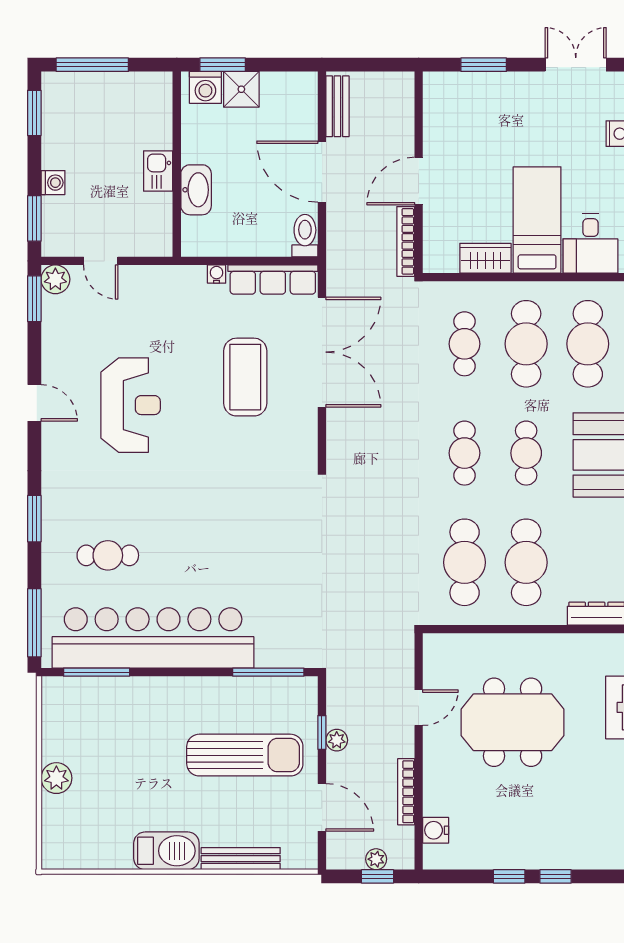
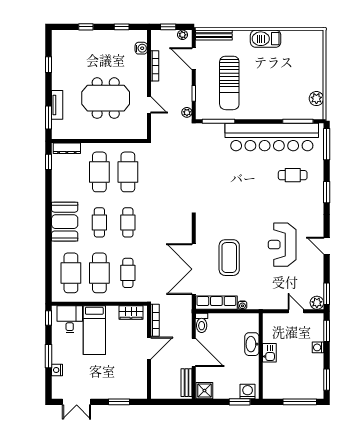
shower: (241, 89) -> (204, 391), moved
wardrobe: (485, 258) -> (131, 312), moved
door: (419, 708) -> (149, 105), swing flipped
plant: (337, 740) -> (187, 112), moved
sun lounger: (245, 755) -> (229, 83), turned -90
plant: (56, 778) -> (316, 99), moved
bench: (241, 859) -> (214, 35), moved
plant: (376, 859) -> (183, 35), moved
window: (509, 876) -> (122, 27), moved

